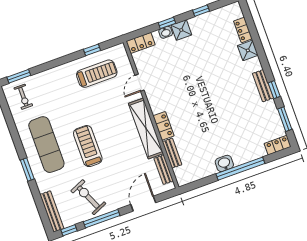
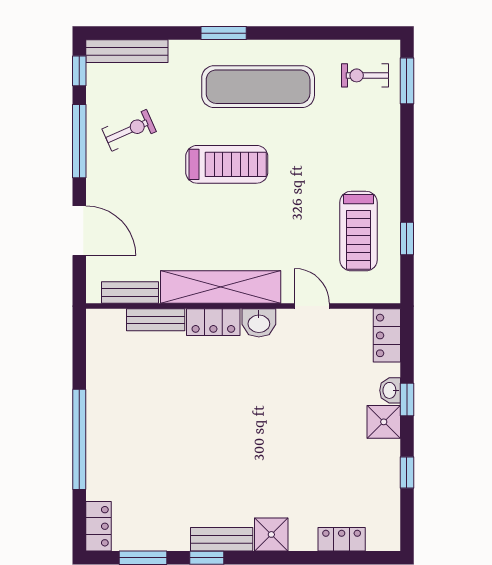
shower: (248, 50) -> (271, 534), moved
washbasin: (224, 163) -> (259, 323), moved, turned 90
exercise bike: (88, 197) -> (129, 130), width x0.73, depth x0.72

